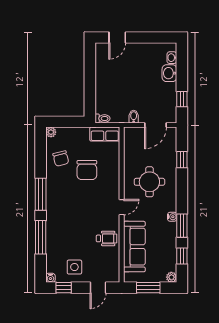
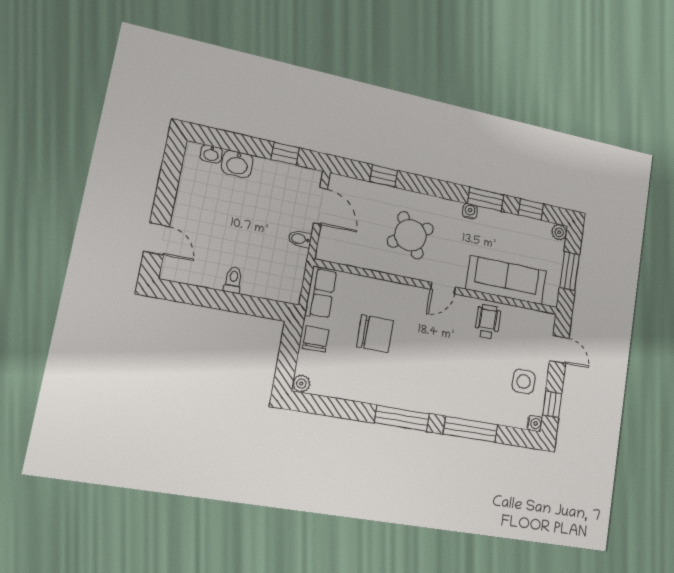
toilet: (102, 118) -> (233, 280), moved
chair: (61, 158) -> (316, 339), moved, turned -76
round table: (149, 182) -> (410, 235), turned -31
door: (122, 207) -> (443, 288), swing flipped

